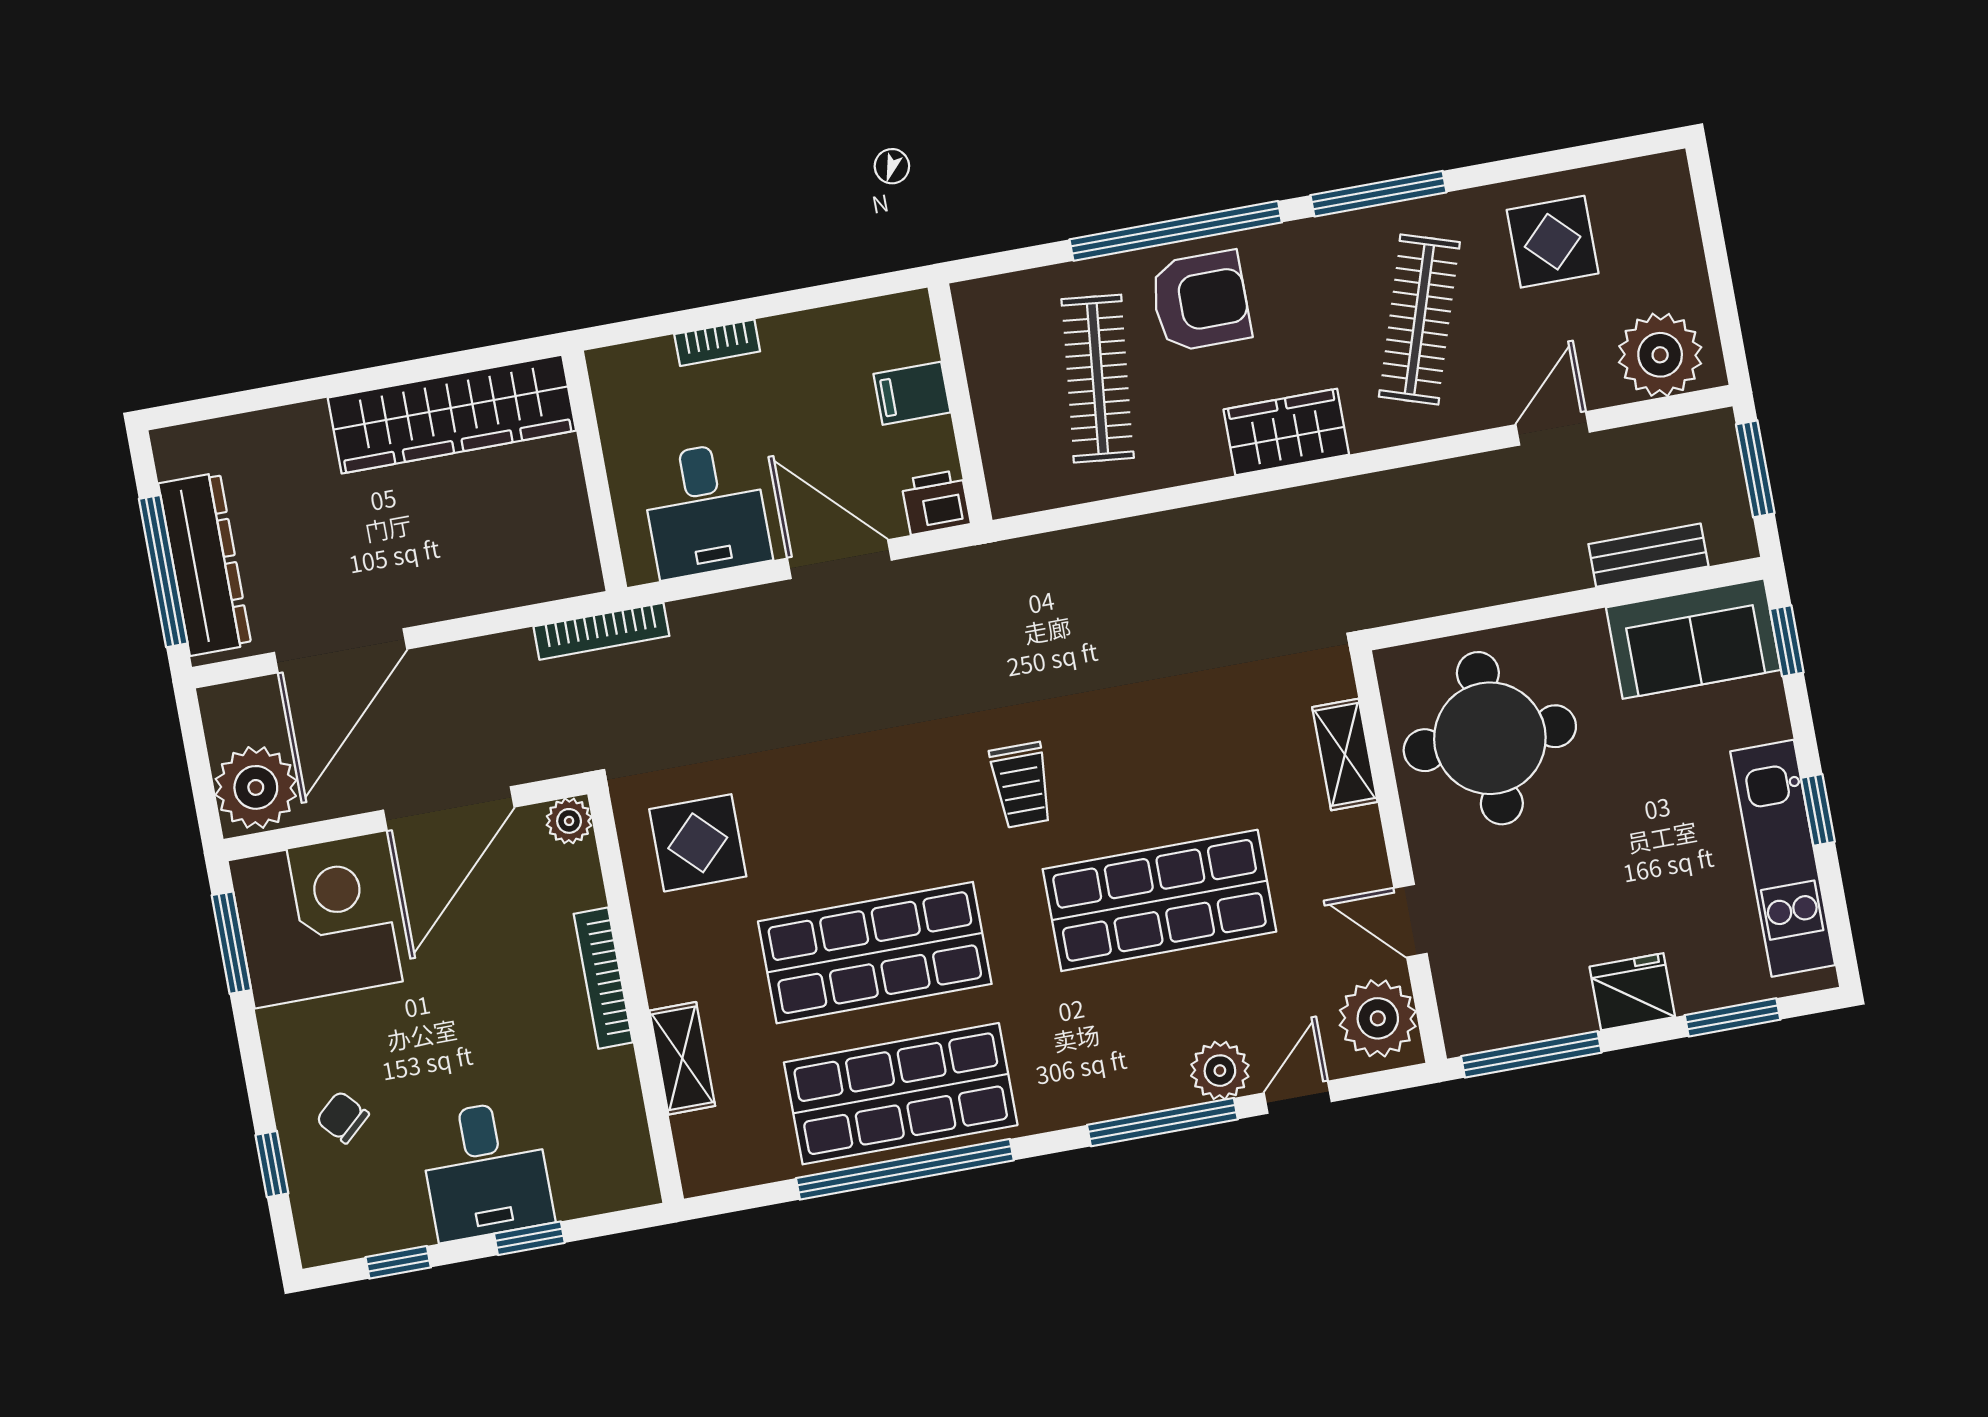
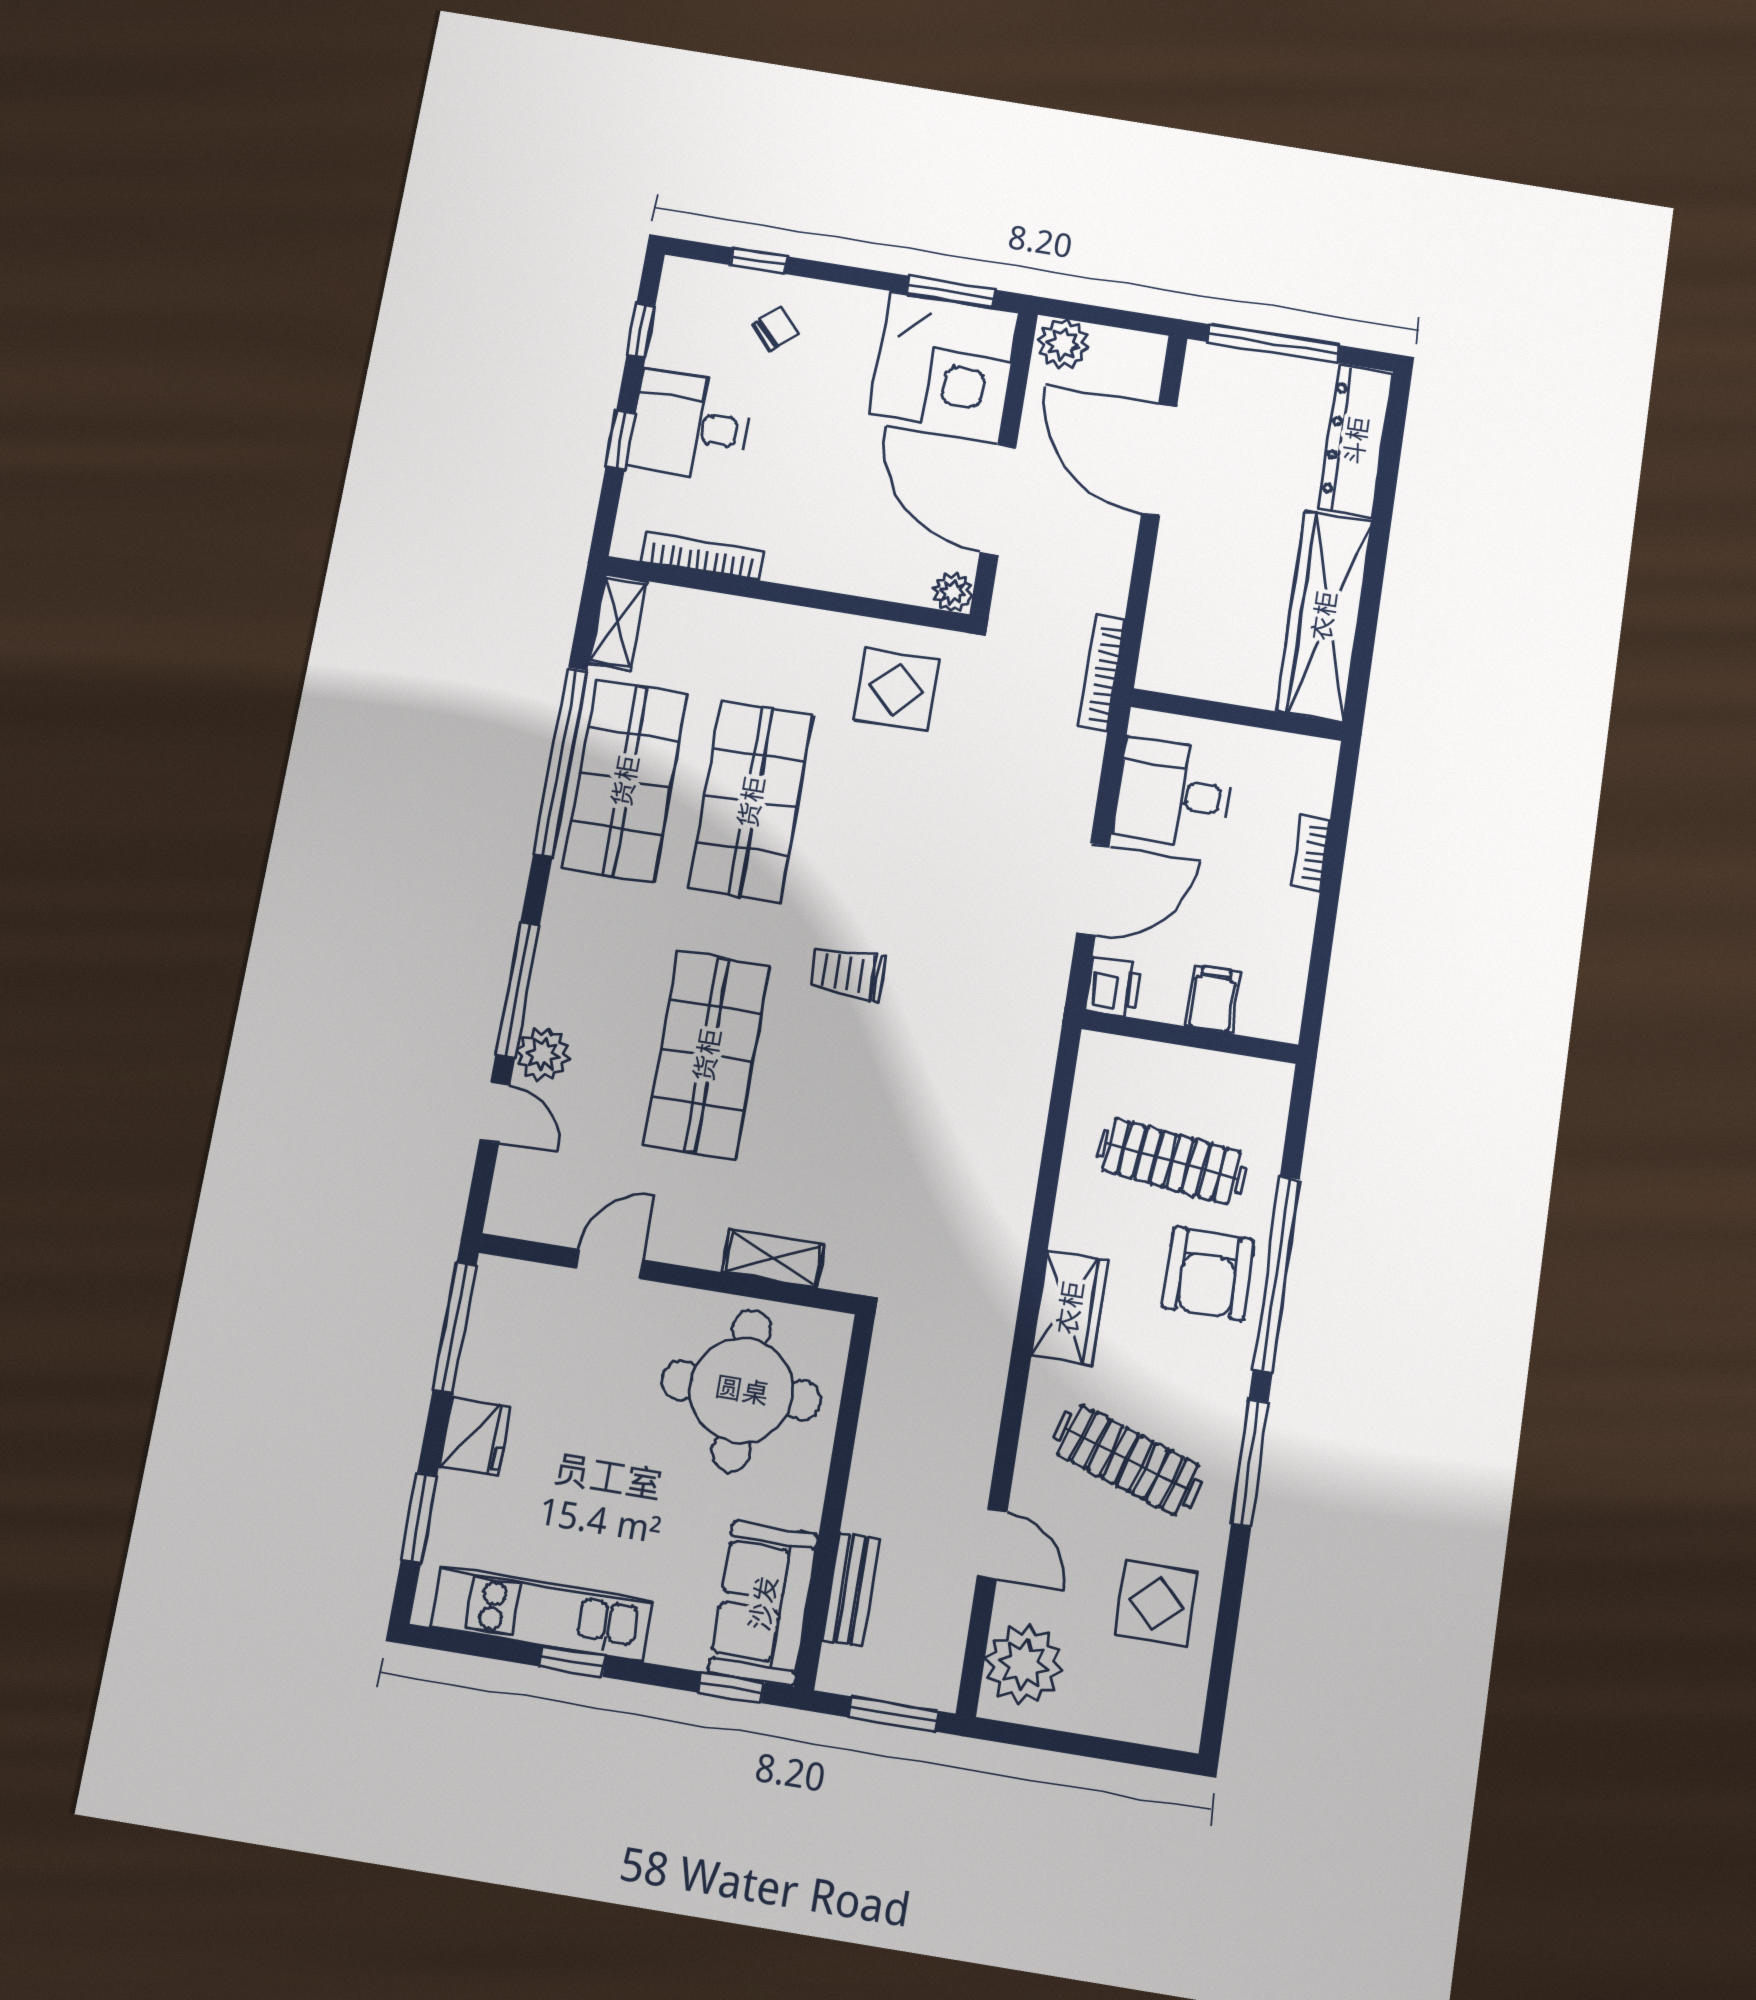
dresser: (205, 564) -> (1356, 441), moved, turned 90
plant: (256, 787) -> (1063, 344), width x0.73, depth x0.73
bookcase: (603, 978) -> (703, 556), moved
plant: (1378, 1018) -> (536, 1206), removed
shelving: (682, 1058) -> (618, 622), moved, turned 90

